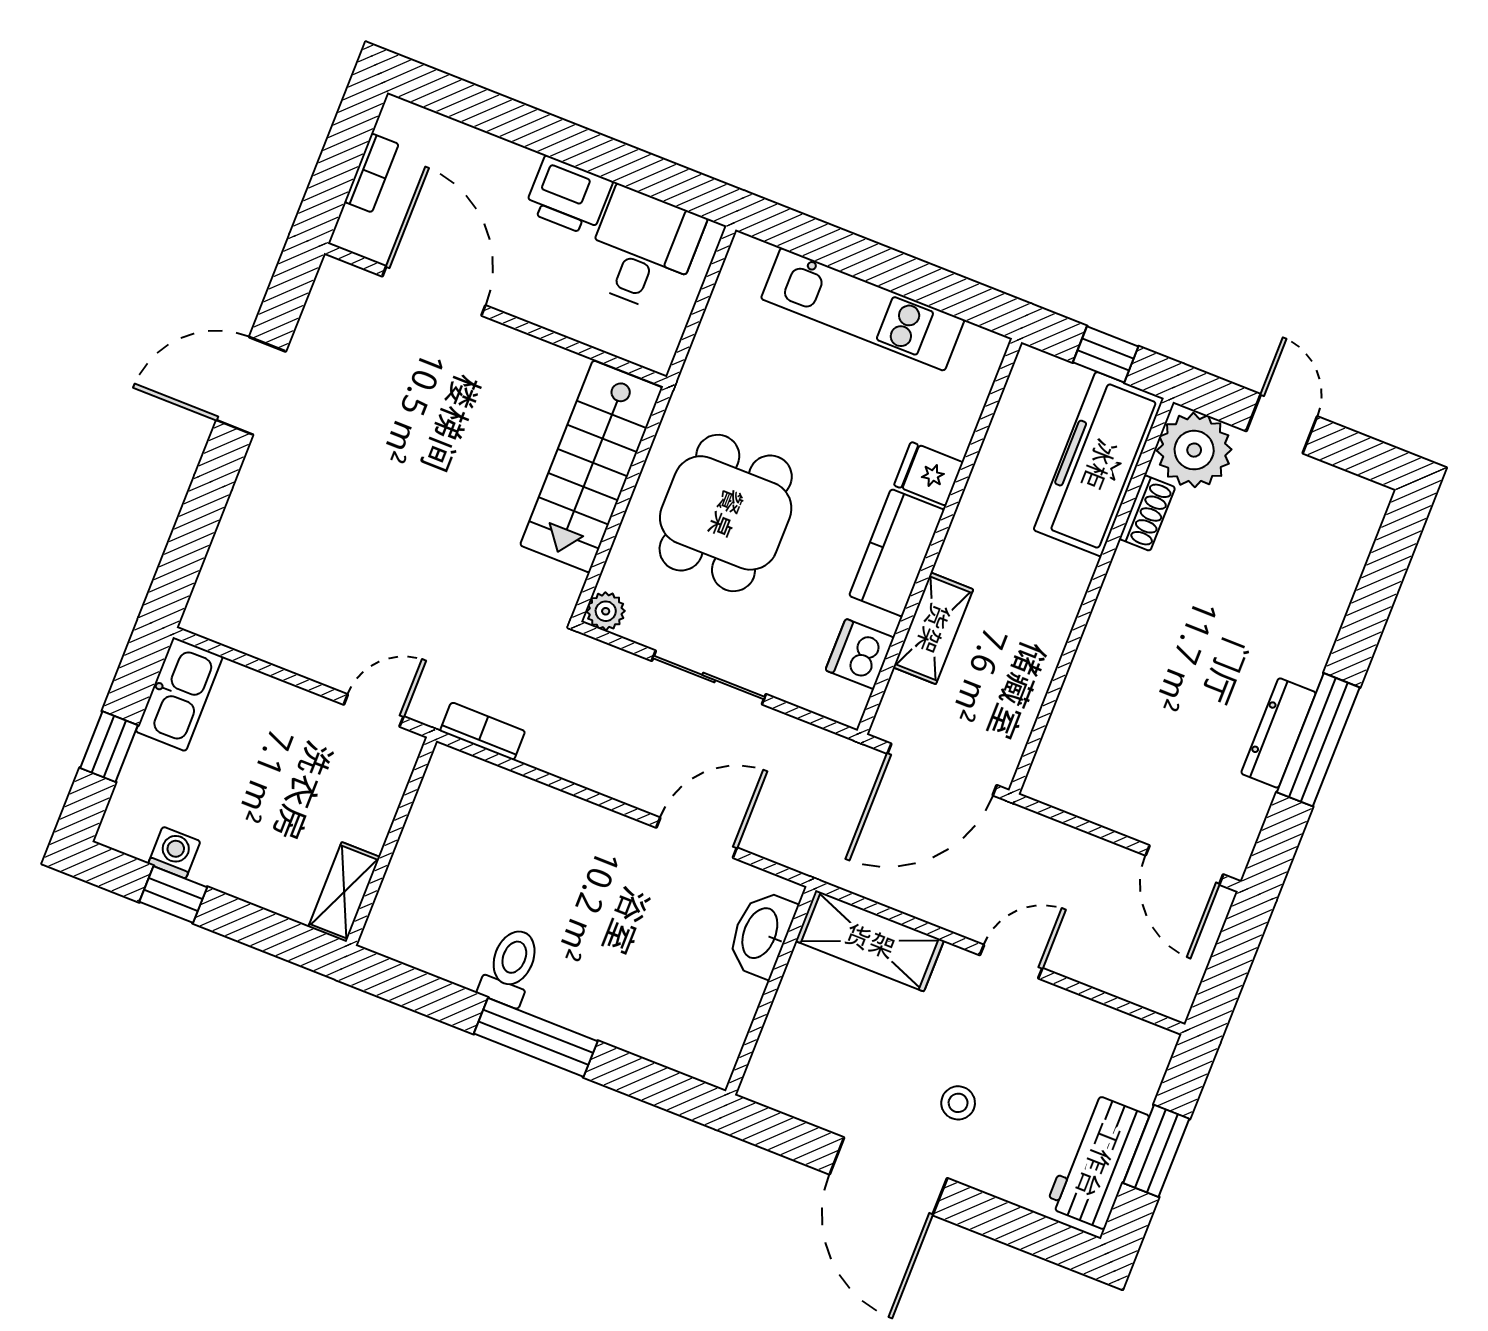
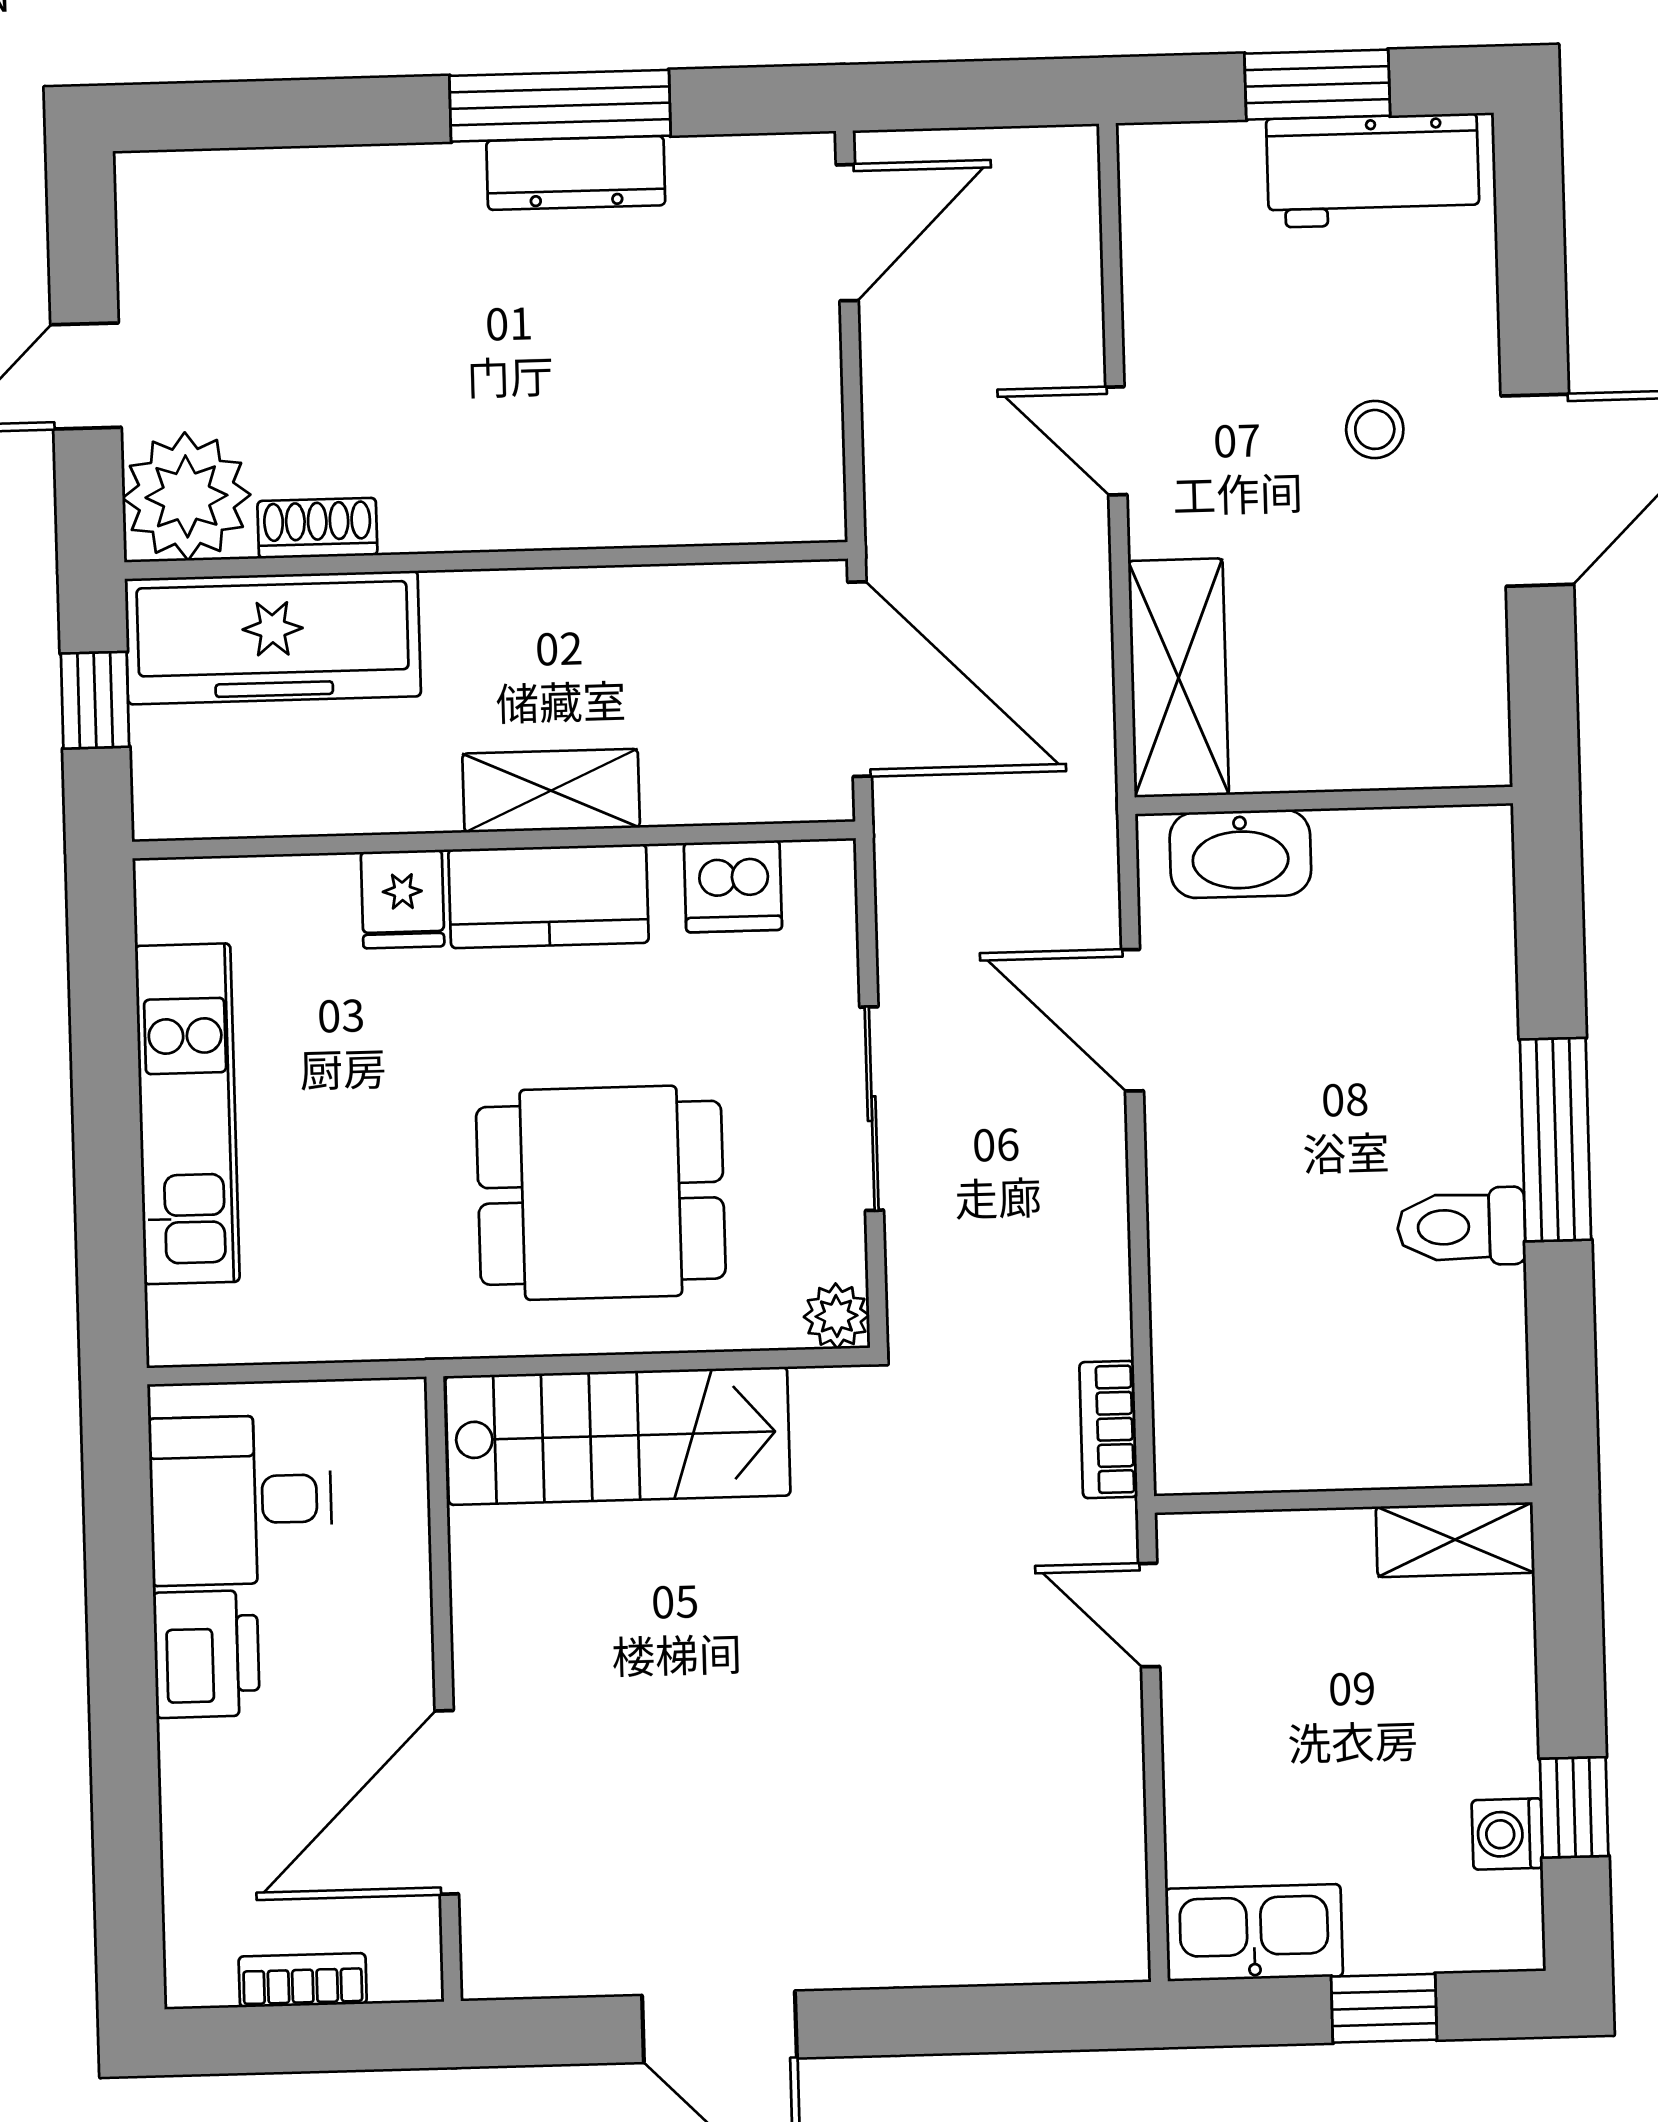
shelving: (933, 628) -> (551, 791), moved

